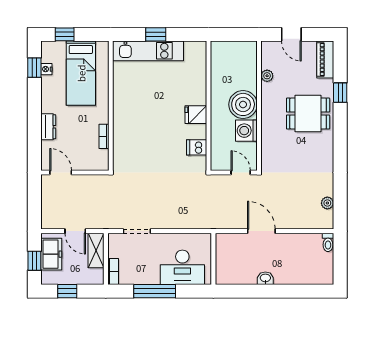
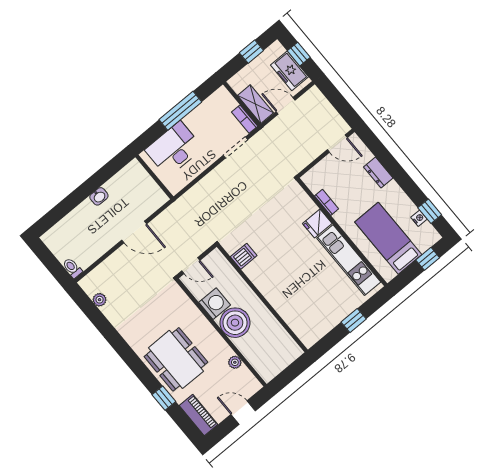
kitchen unit: (148, 51) -> (349, 260), moved, turned -90
dining table: (308, 114) -> (176, 359), width x1.38
fridge: (196, 115) -> (317, 223), moved, turned 180
bookcase: (113, 272) -> (245, 119), moved

